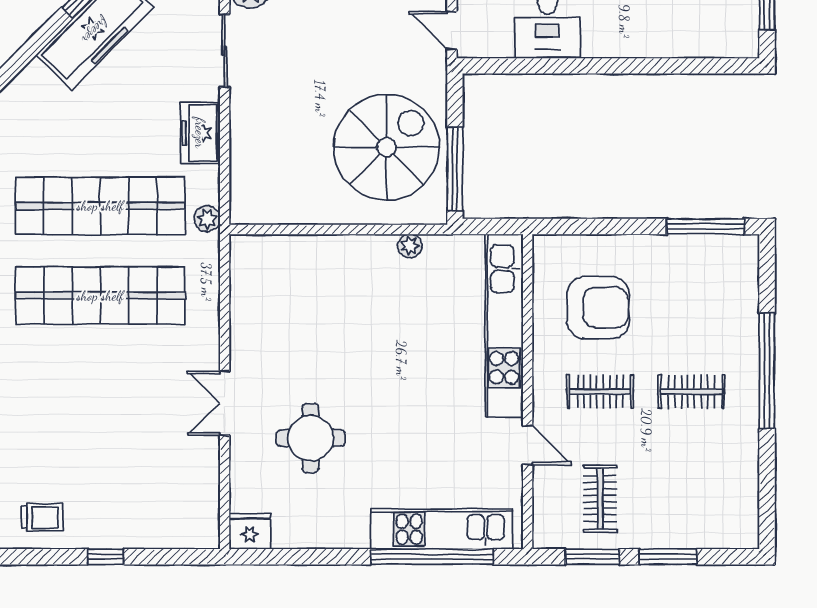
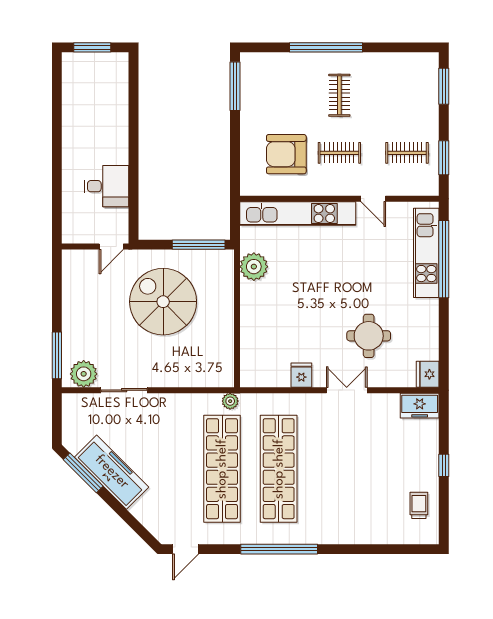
freezer: (200, 133) -> (420, 406), moved
spiral stairs: (386, 147) -> (163, 302), moved
plant: (410, 246) -> (254, 267), width x1.88, depth x1.88
armchair: (598, 308) -> (286, 154), turned -90
fridge: (248, 331) -> (301, 375), added
clothes rail: (600, 392) -> (339, 153), turned 90
double door: (225, 403) -> (347, 390), swing flipped
door: (528, 445) -> (373, 199), swing flipped
window: (668, 557) -> (444, 86), moved

